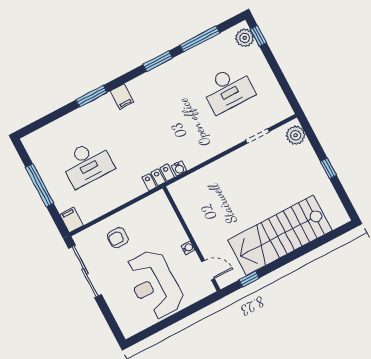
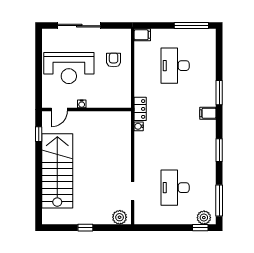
window: (200, 39) -> (219, 200), moved
window: (40, 185) -> (191, 26), moved
sliding door: (85, 271) -> (79, 26), moved
reception desk: (154, 284) -> (69, 68), turned 180

